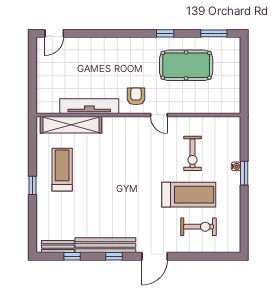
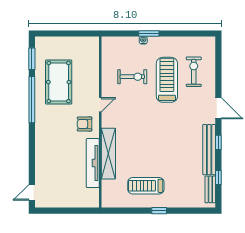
door: (54, 33) -> (32, 192), swing flipped
window: (165, 33) -> (32, 100), width x3.17
shelving: (71, 125) -> (108, 154), moved

